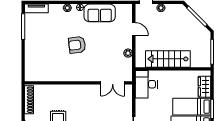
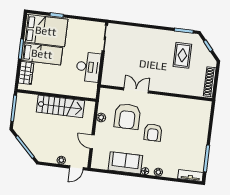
armchair: (77, 45) -> (153, 133), turned 97
armchair: (103, 57) -> (127, 116), added
double door: (113, 83) -> (136, 90), moved
desk: (146, 84) -> (88, 67), moved

